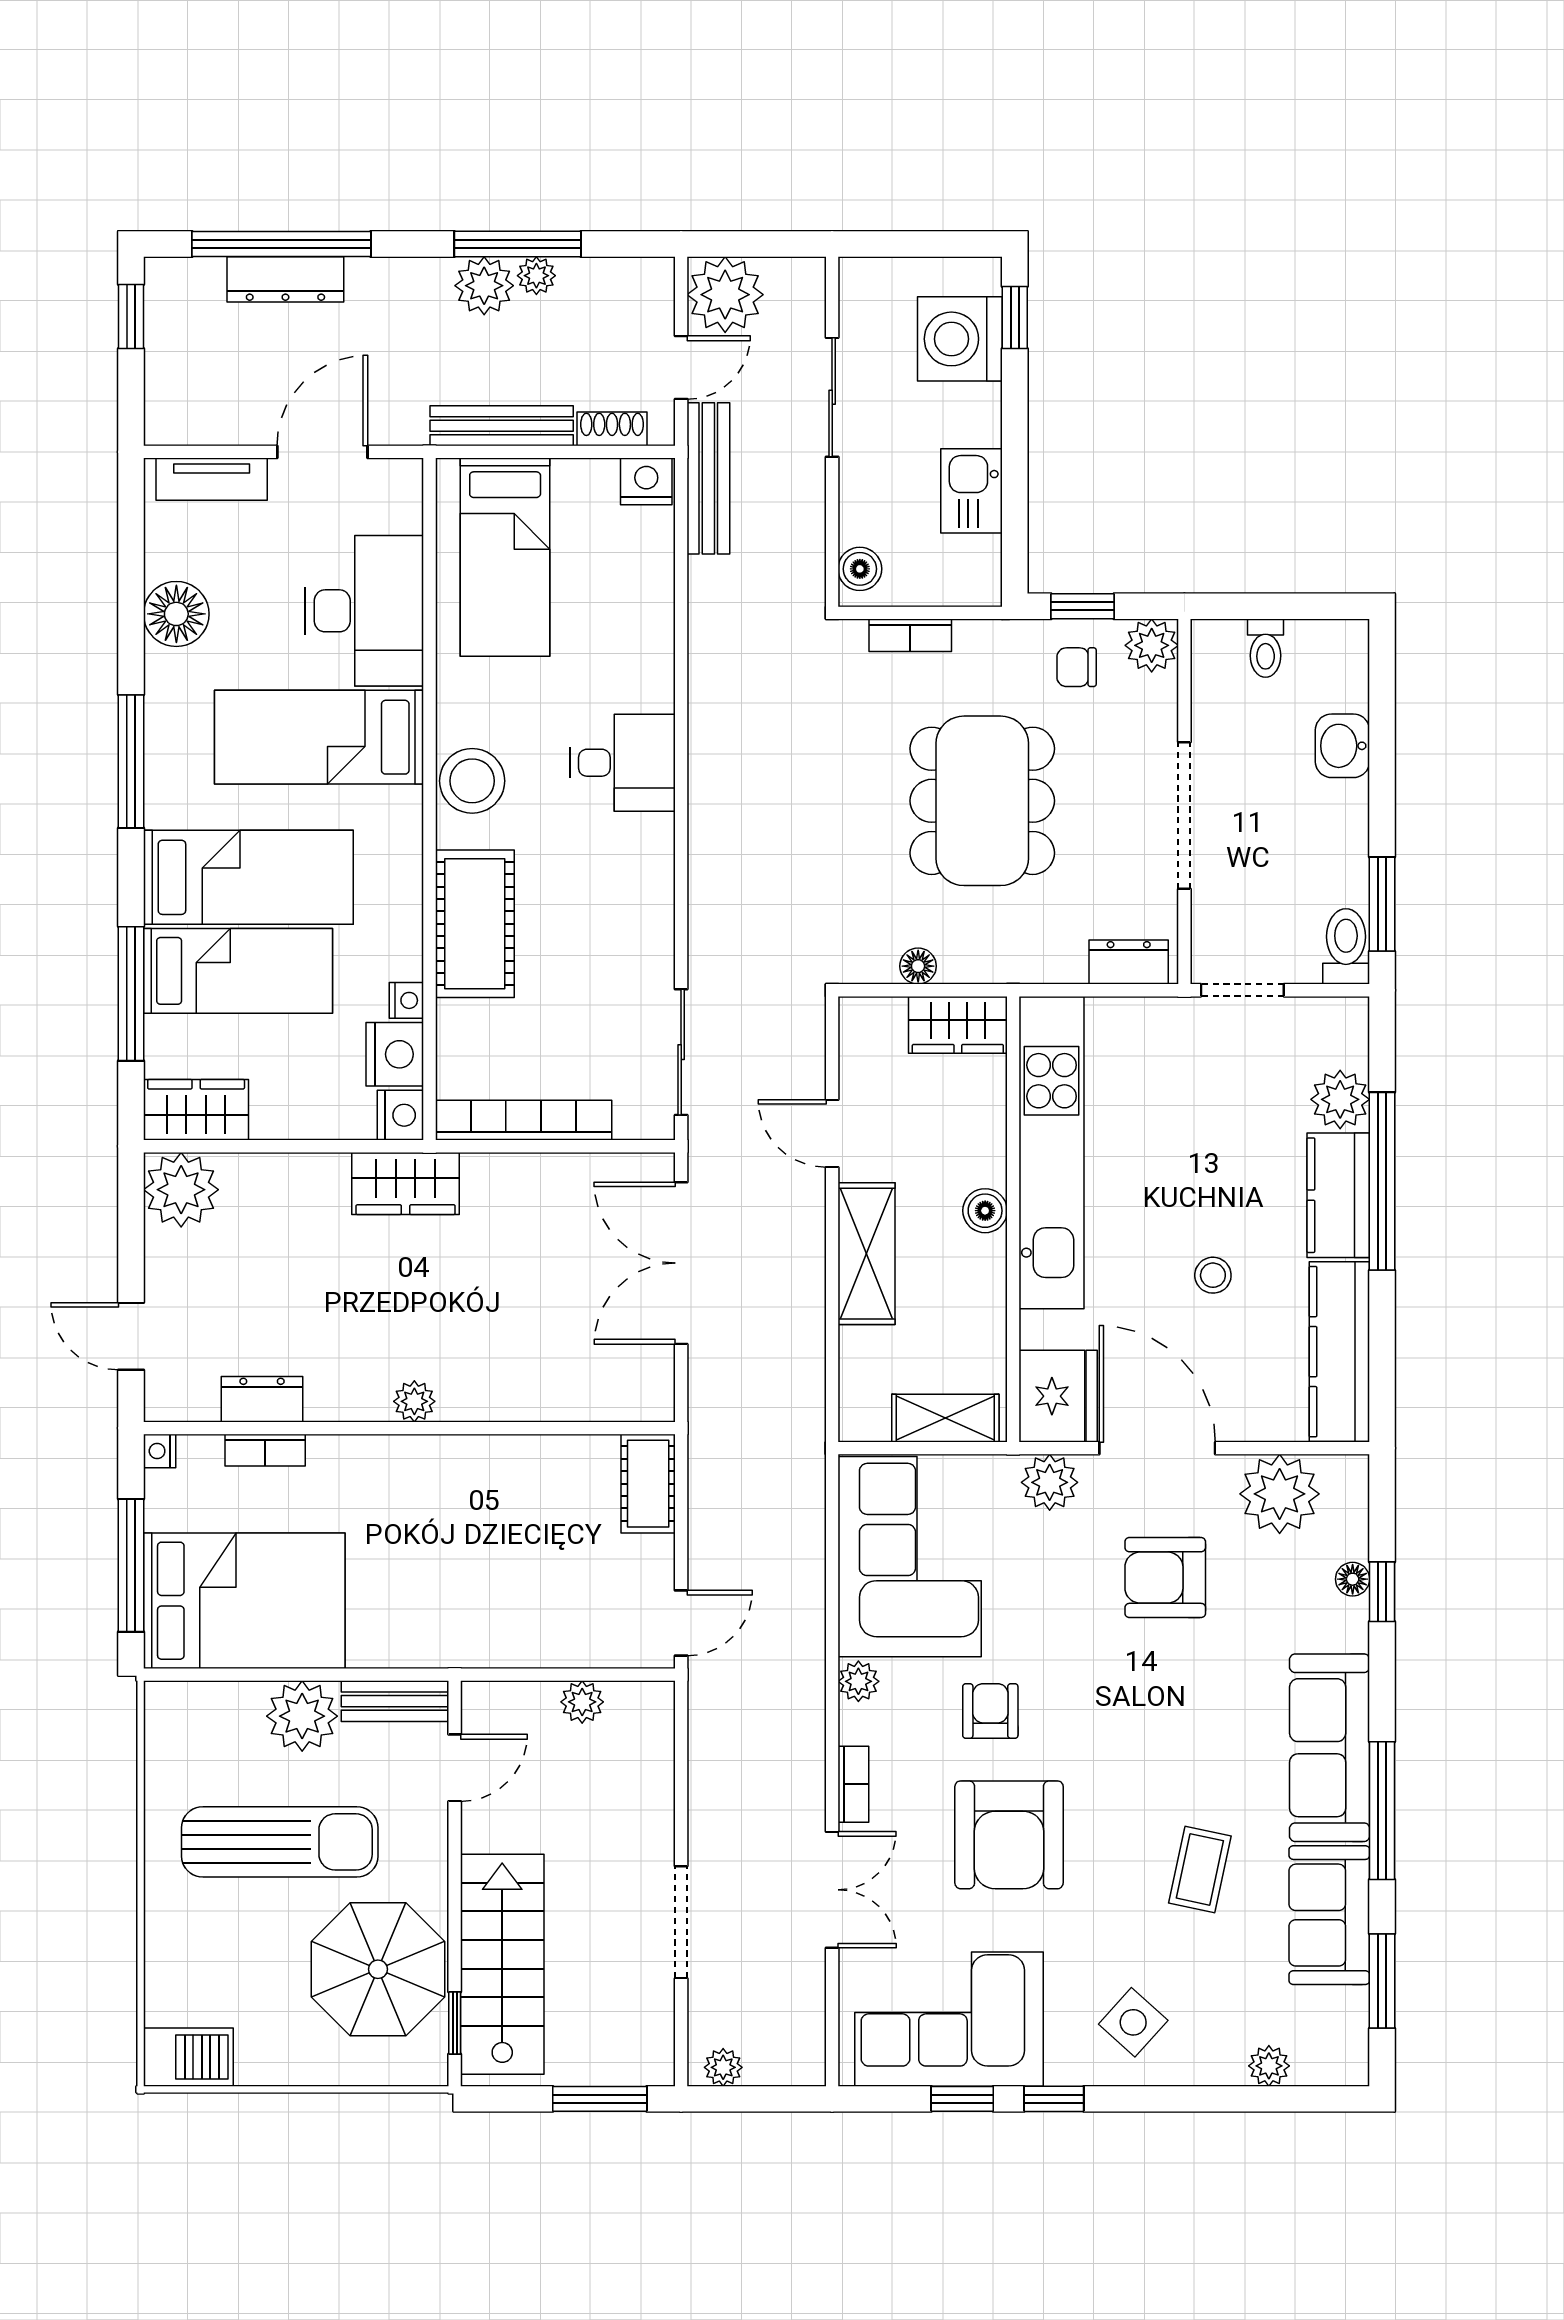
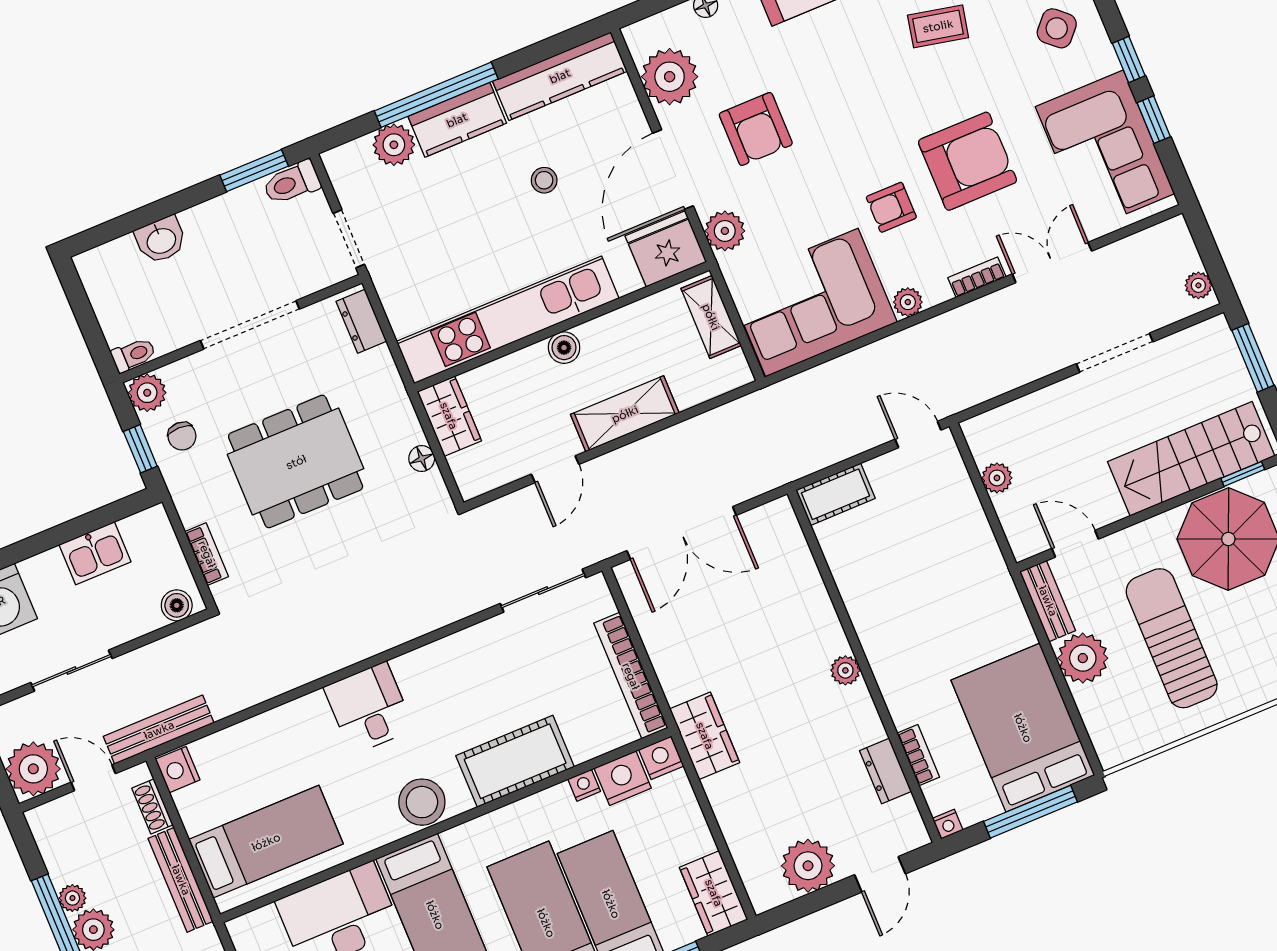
toilet: (1266, 648) -> (133, 355), moved
plant: (181, 1190) -> (808, 866), moved

